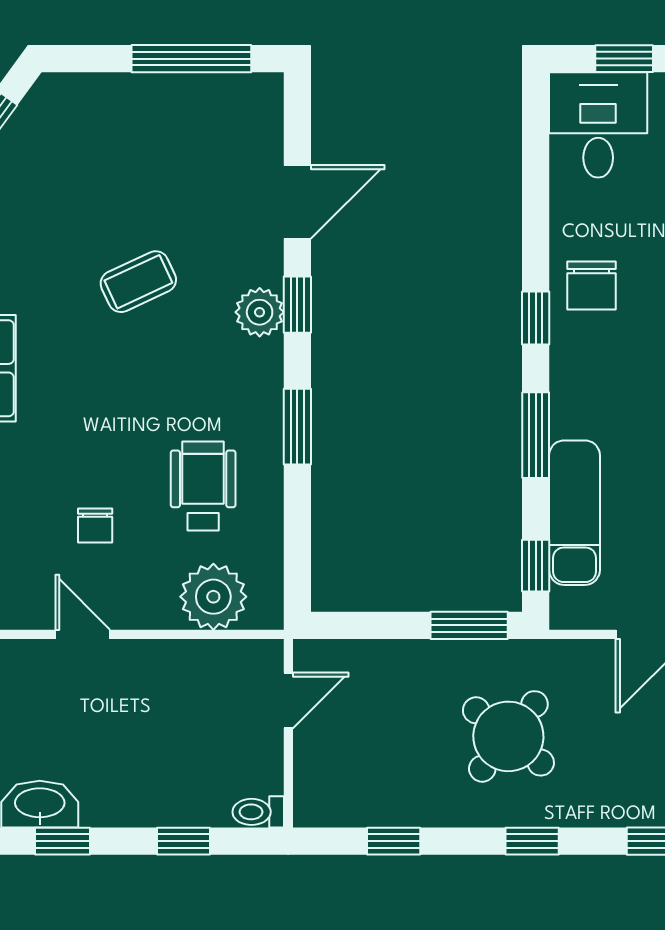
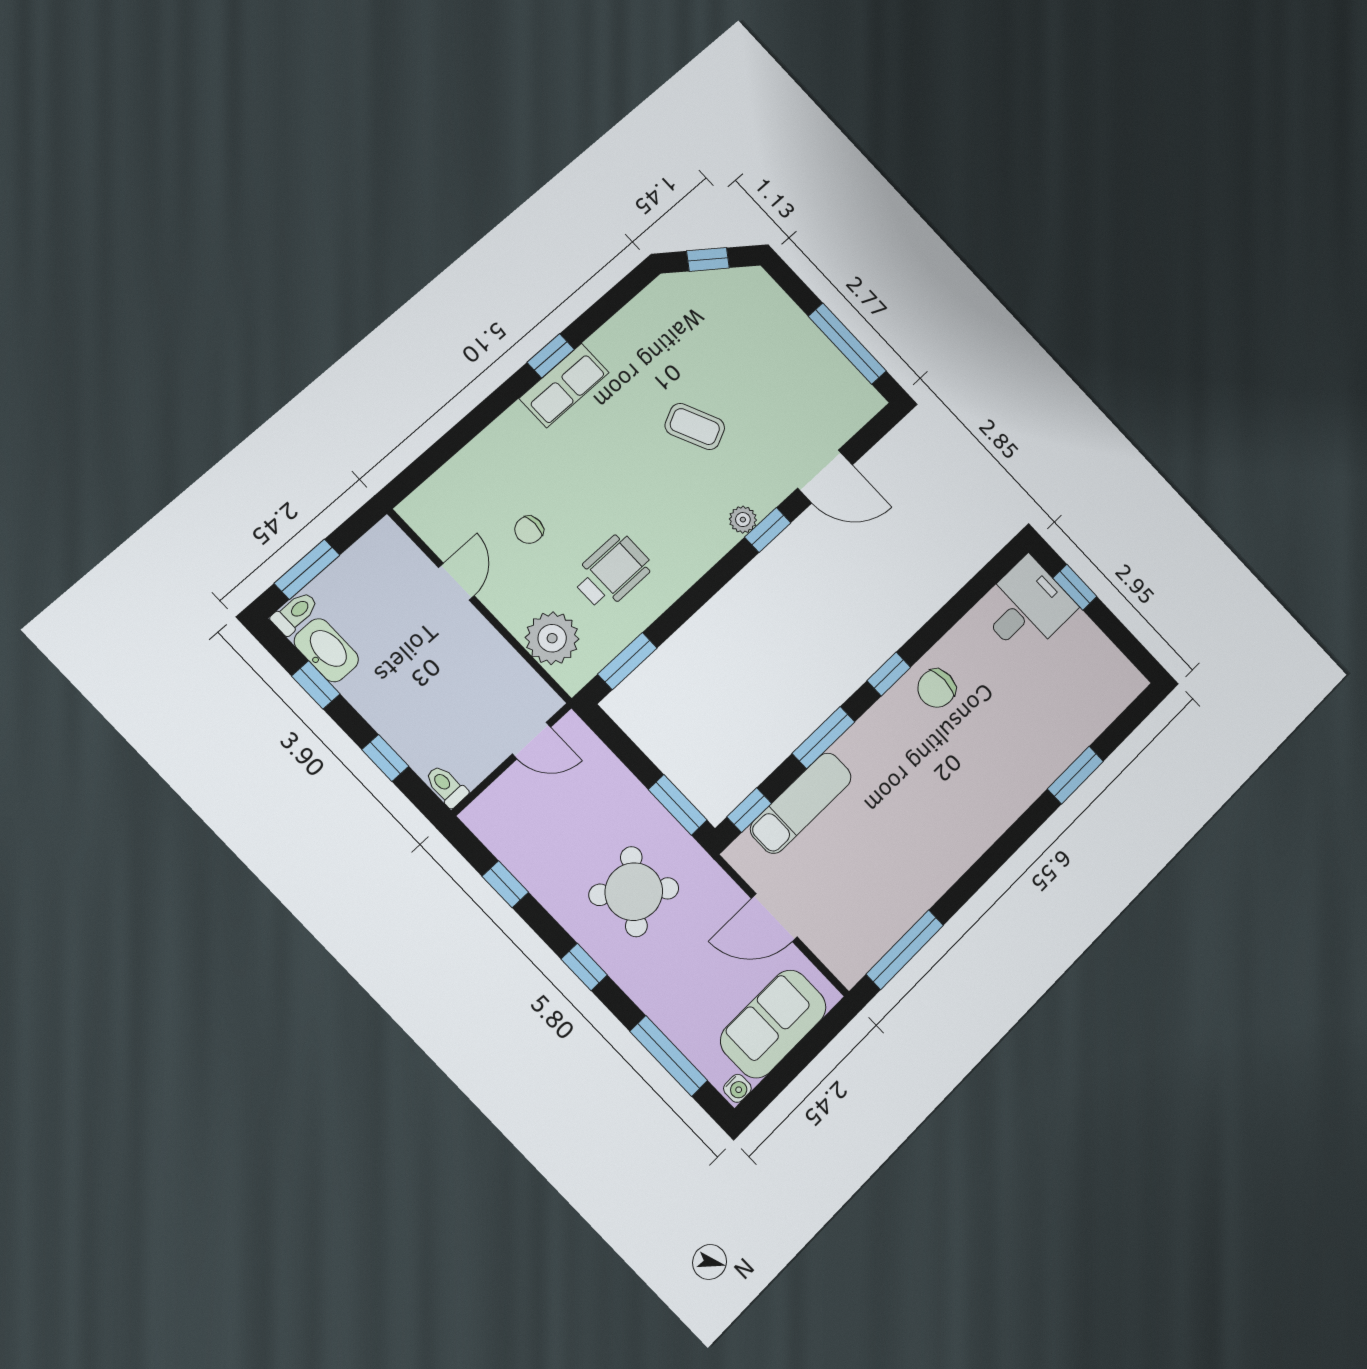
plant: (260, 312) -> (743, 520), width x0.73, depth x0.73
window: (297, 427) -> (627, 661), moved

